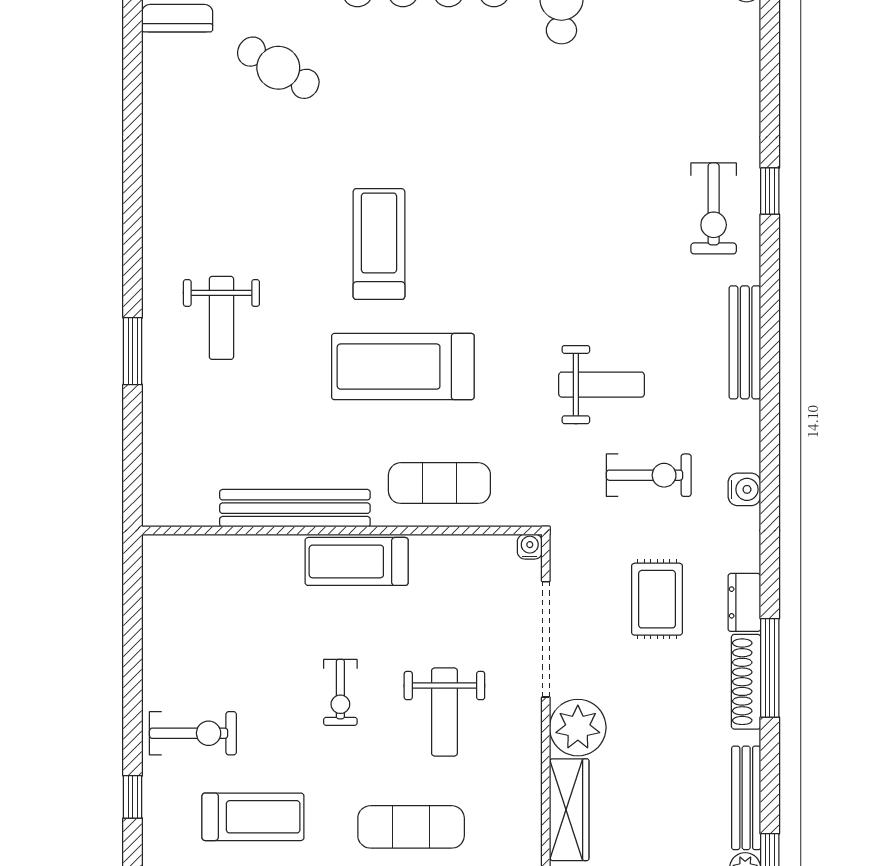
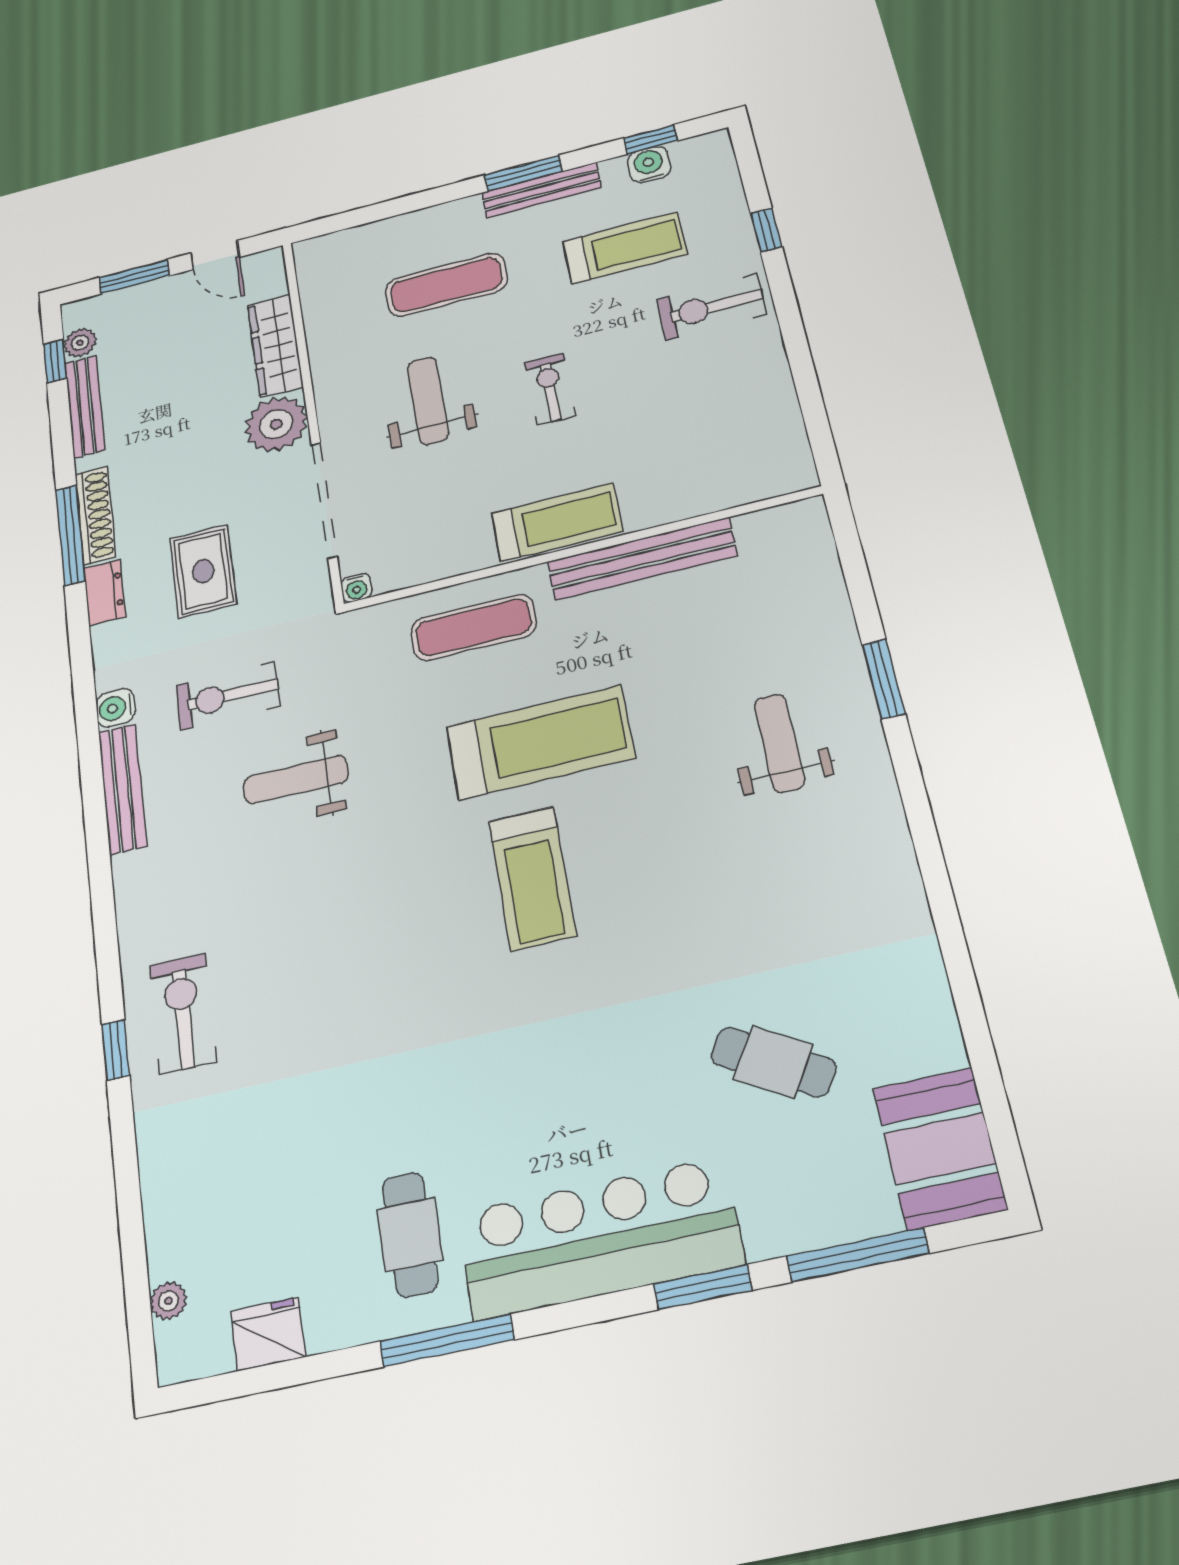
treadmill: (379, 244) -> (532, 878), moved
bench: (745, 342) -> (122, 789), moved
treadmill: (253, 817) -> (625, 248), turned 180

